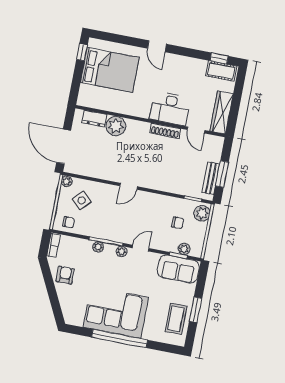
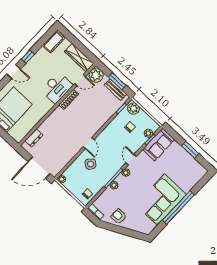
window: (219, 58) -> (28, 57), moved
plant: (116, 126) -> (96, 75), moved
side table: (82, 200) -> (91, 164), moved
coffee table: (176, 319) -> (188, 165), removed

